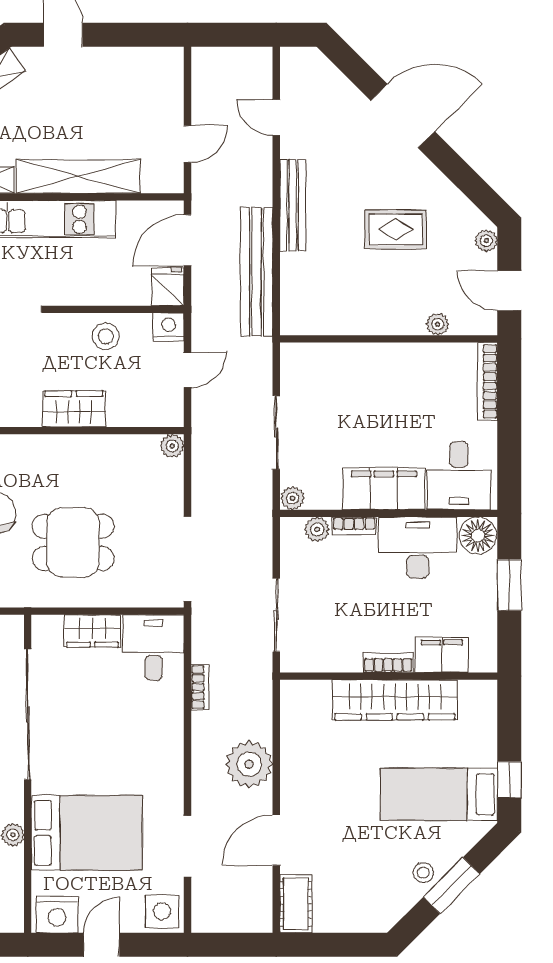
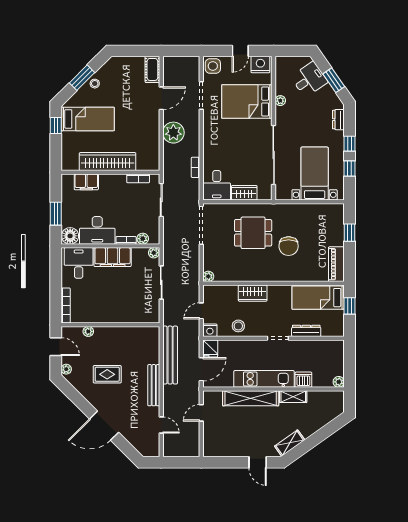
bookcase: (388, 663) -> (138, 178), moved

